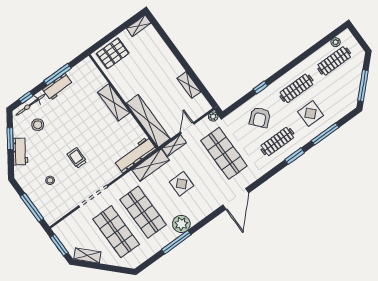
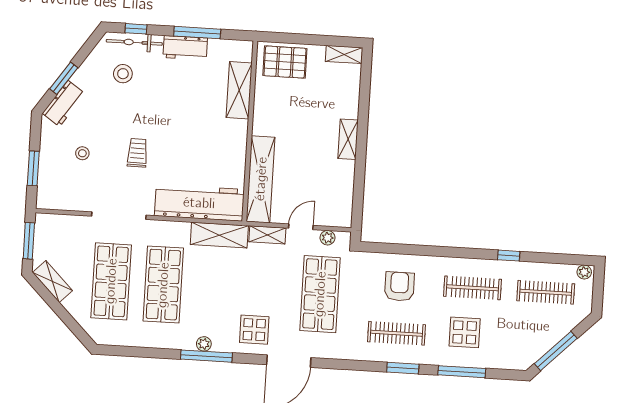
plant: (336, 42) -> (584, 272), moved
shelving: (189, 85) -> (348, 139), moved
window: (260, 87) -> (509, 256), moved
shelving: (114, 102) -> (239, 90), moved
plant: (213, 116) -> (328, 238), moved
armchair: (260, 117) -> (399, 286), turned 131
window: (10, 139) -> (64, 78), moved
workbench: (20, 152) -> (64, 104), moved
workbench: (135, 155) -> (199, 203), width x1.36, depth x1.32
display table: (182, 184) -> (254, 330), moved
window: (32, 208) -> (33, 168), width x0.69
plant: (181, 224) -> (204, 344), width x0.53, depth x0.53
window: (176, 242) -> (206, 356), moved

